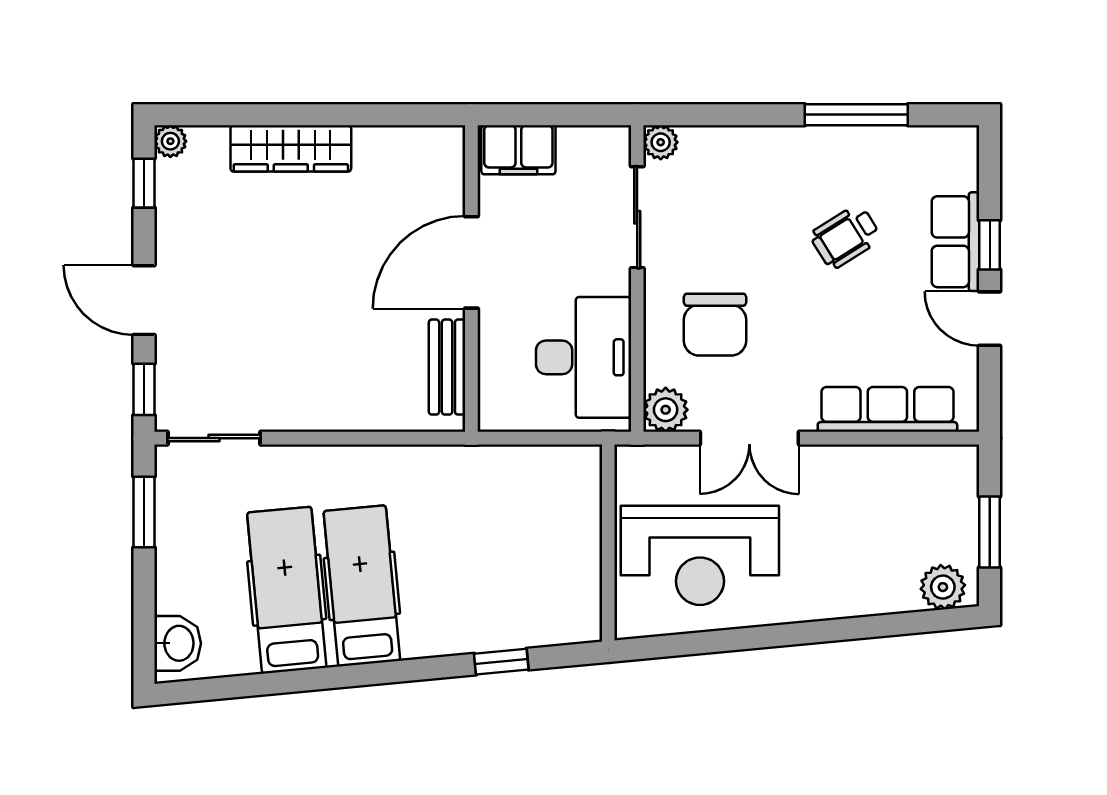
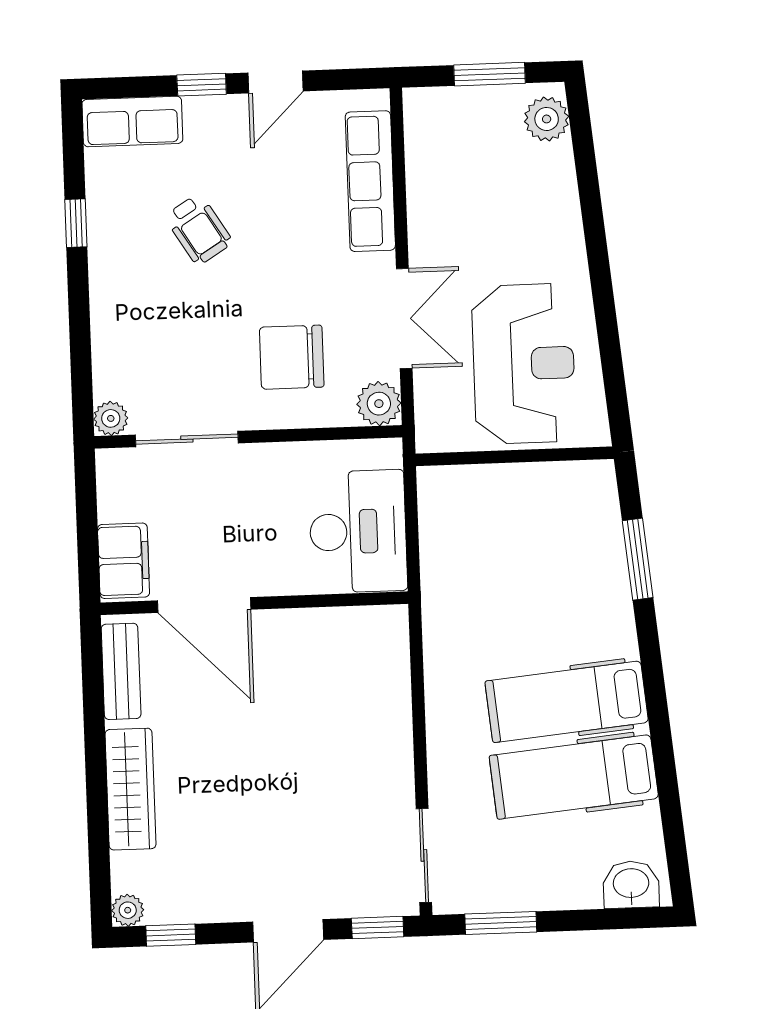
window: (856, 115) -> (76, 223), width x0.46
row of seats: (956, 242) -> (132, 121), moved
door: (471, 262) -> (204, 605), moved
chair: (715, 325) -> (292, 357), turned 180
desk: (584, 357) -> (358, 531), moved, turned 90
bench: (447, 367) -> (121, 671), moved, turned 90
window: (501, 662) -> (638, 559), width x1.50

